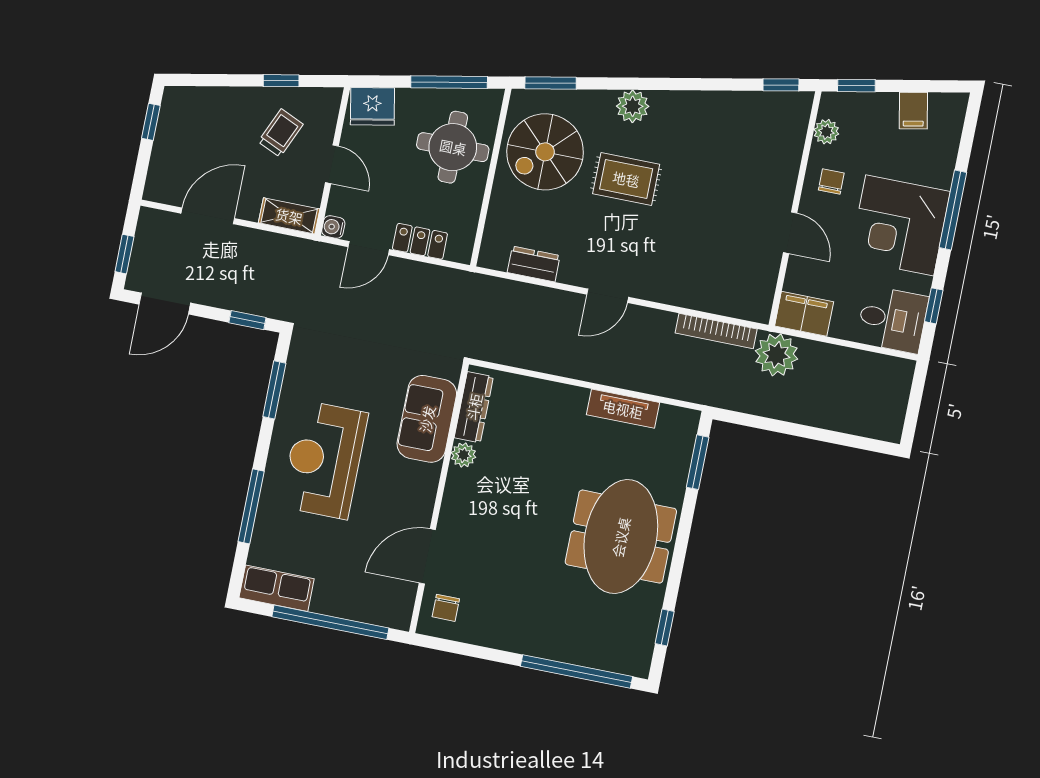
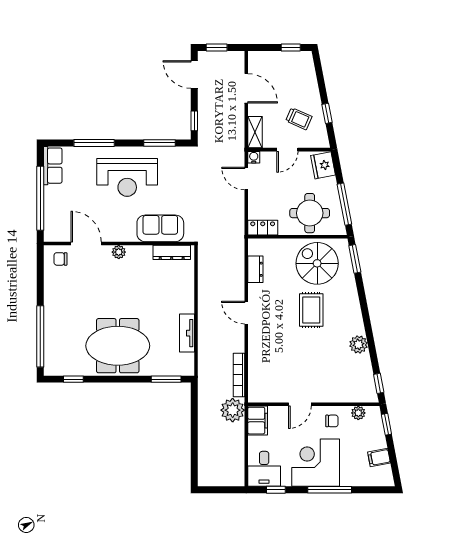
plant: (633, 106) -> (359, 344), moved
locker: (420, 241) -> (263, 228), moved, turned -90
plant: (463, 455) -> (119, 252), moved
reception desk: (324, 460) -> (127, 177), turned 180

